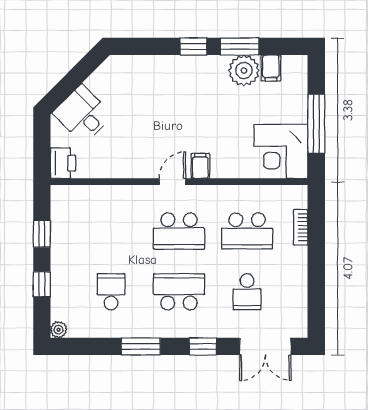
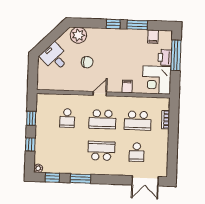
plant: (244, 70) -> (78, 35), moved
chair: (146, 122) -> (87, 62), added
window: (316, 124) -> (176, 55), moved
printer: (63, 163) -> (165, 58), moved, turned 180
filing cabinet: (200, 166) -> (127, 86), moved
school desk: (111, 292) -> (67, 118), moved, turned 180
window: (203, 346) -> (52, 178), moved

